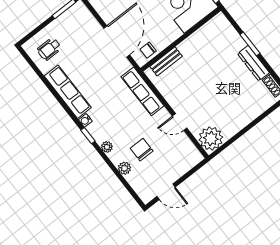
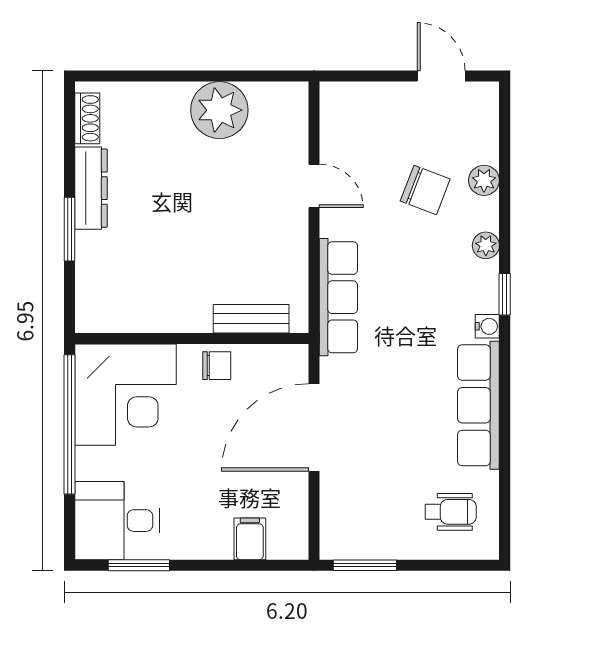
chair: (148, 50) -> (217, 366), moved
plant: (211, 139) -> (219, 110), moved
chair: (142, 150) -> (425, 190), turned -69

